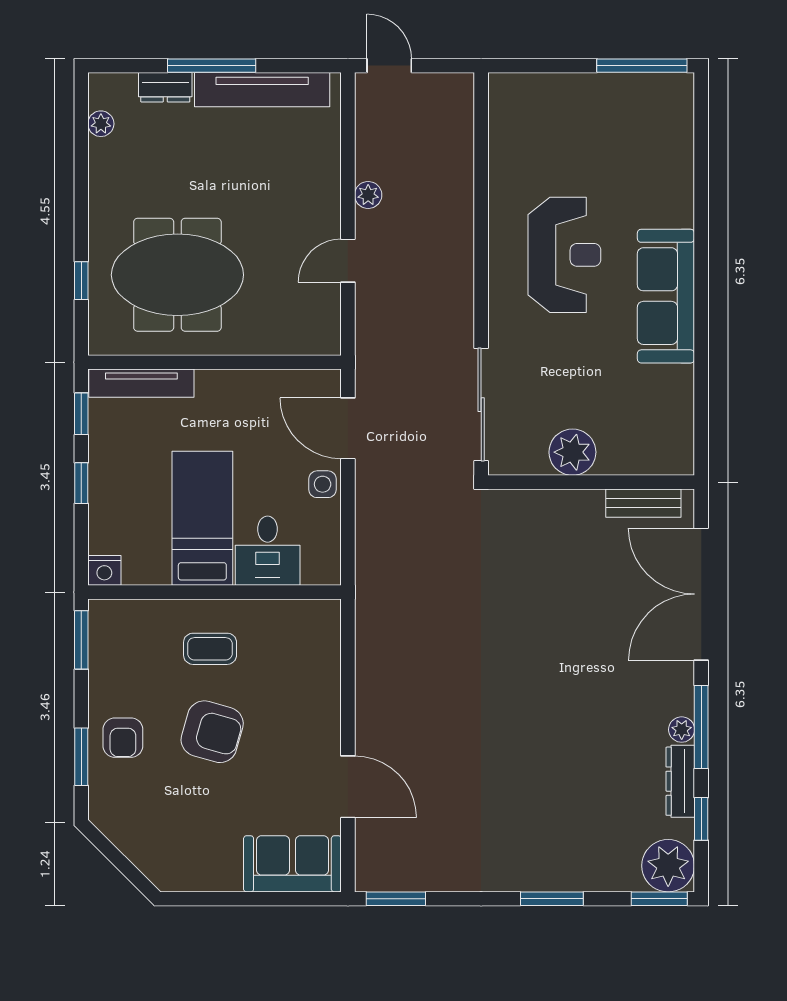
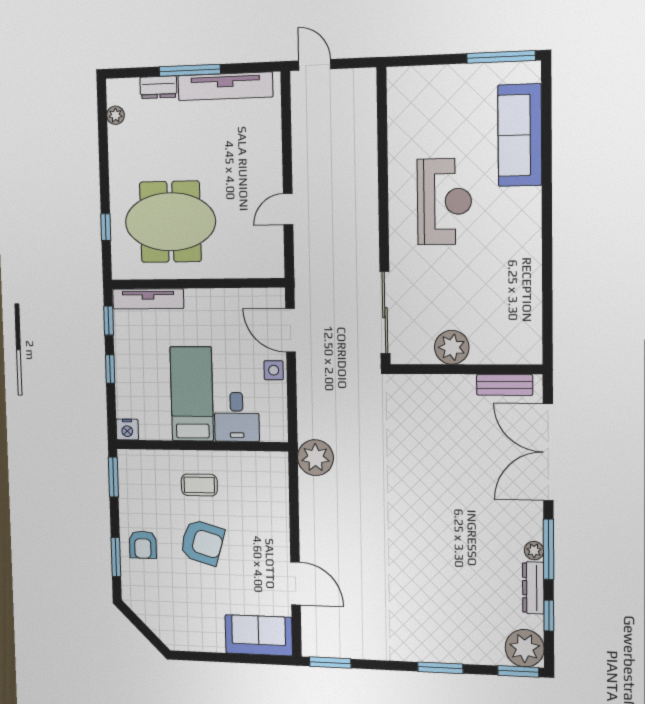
plant: (368, 195) -> (315, 458), moved, width x1.88, depth x1.88
sofa: (666, 296) -> (520, 135), moved

